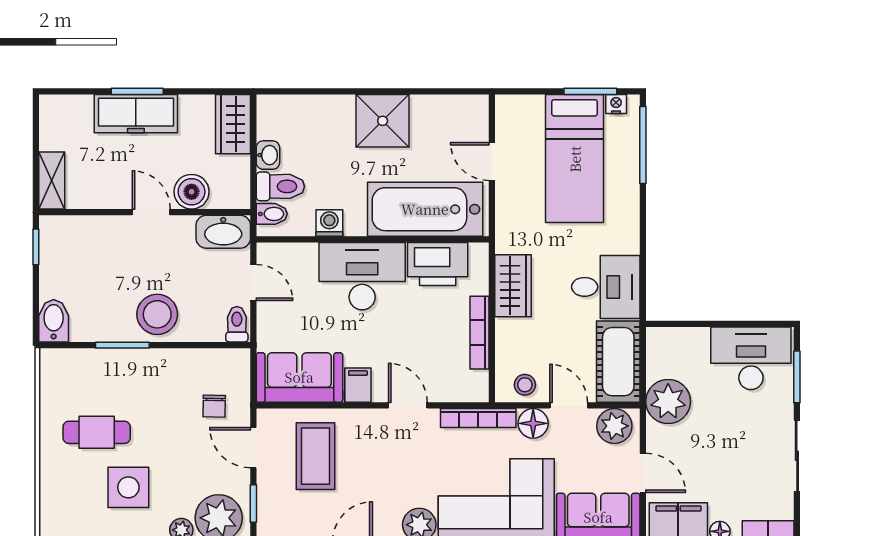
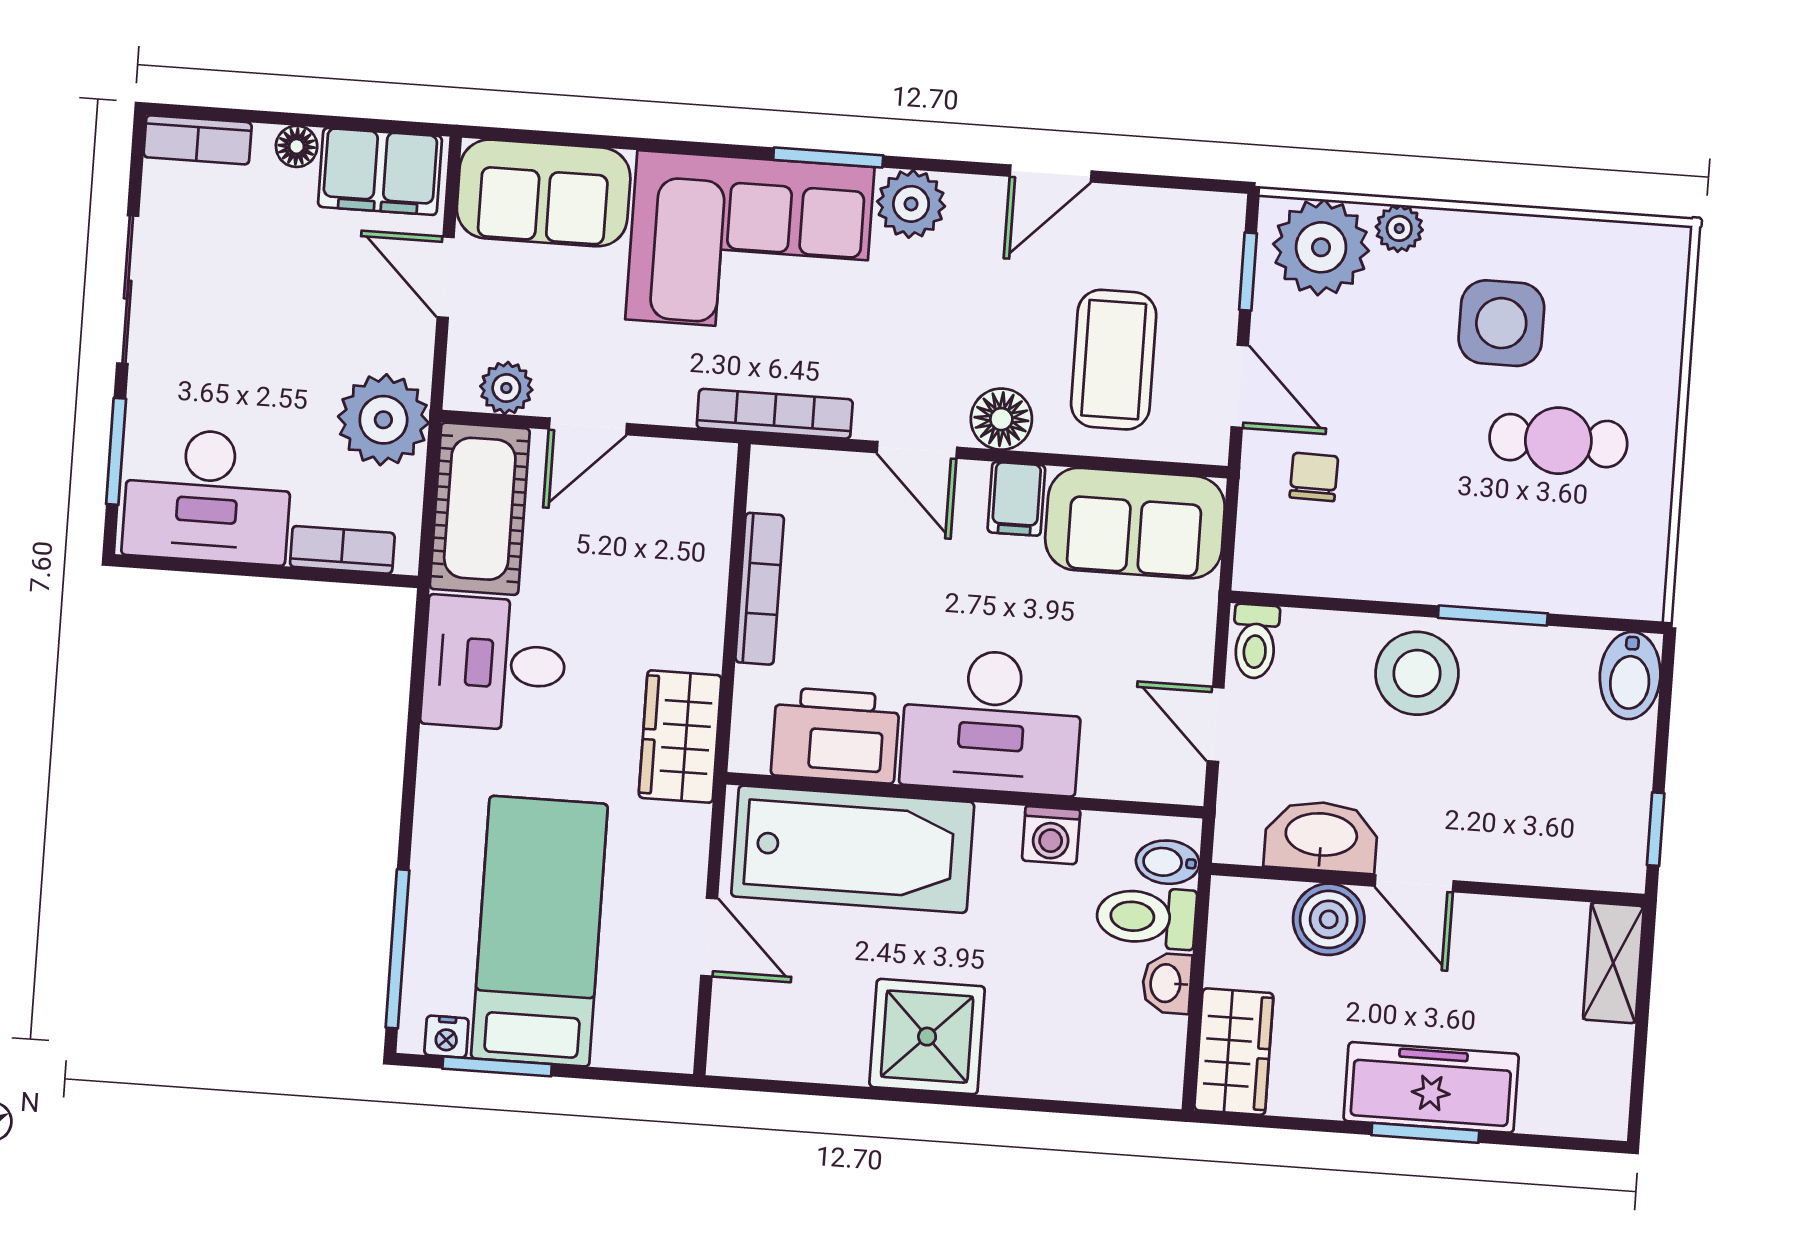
washbasin: (223, 232) -> (1321, 836), moved
wardrobe: (513, 286) -> (680, 737), moved
bookcase: (684, 337) -> (342, 550), added
stool: (525, 385) -> (674, 475), removed
door: (569, 405) -> (588, 426), hinge flipped
floor lamp: (533, 423) -> (1001, 419), moved
plant: (614, 426) -> (506, 388), width x0.73, depth x0.73

